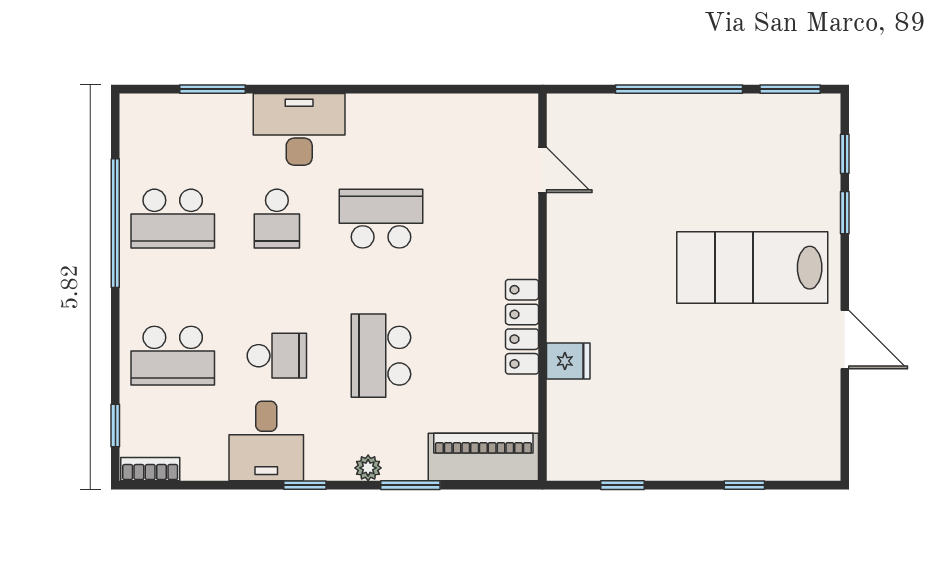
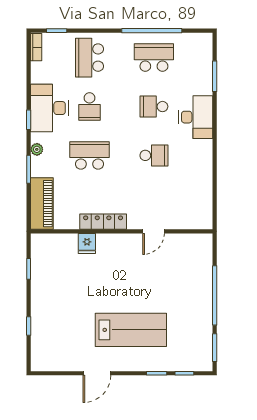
door: (543, 170) -> (154, 231), moved
school desk: (173, 219) -> (154, 58), turned 90
school desk: (381, 219) -> (154, 155), width x0.54
lab bench: (752, 268) -> (131, 330), turned 90
desk: (266, 441) -> (49, 108), width x1.37

